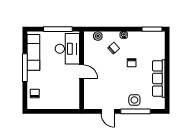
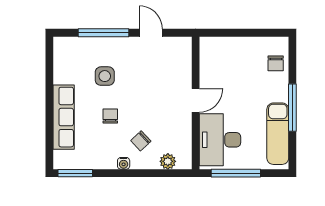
door: (82, 72) -> (196, 100), swing flipped
row of seats: (159, 78) -> (64, 117), moved
side table: (134, 100) -> (105, 76), moved

